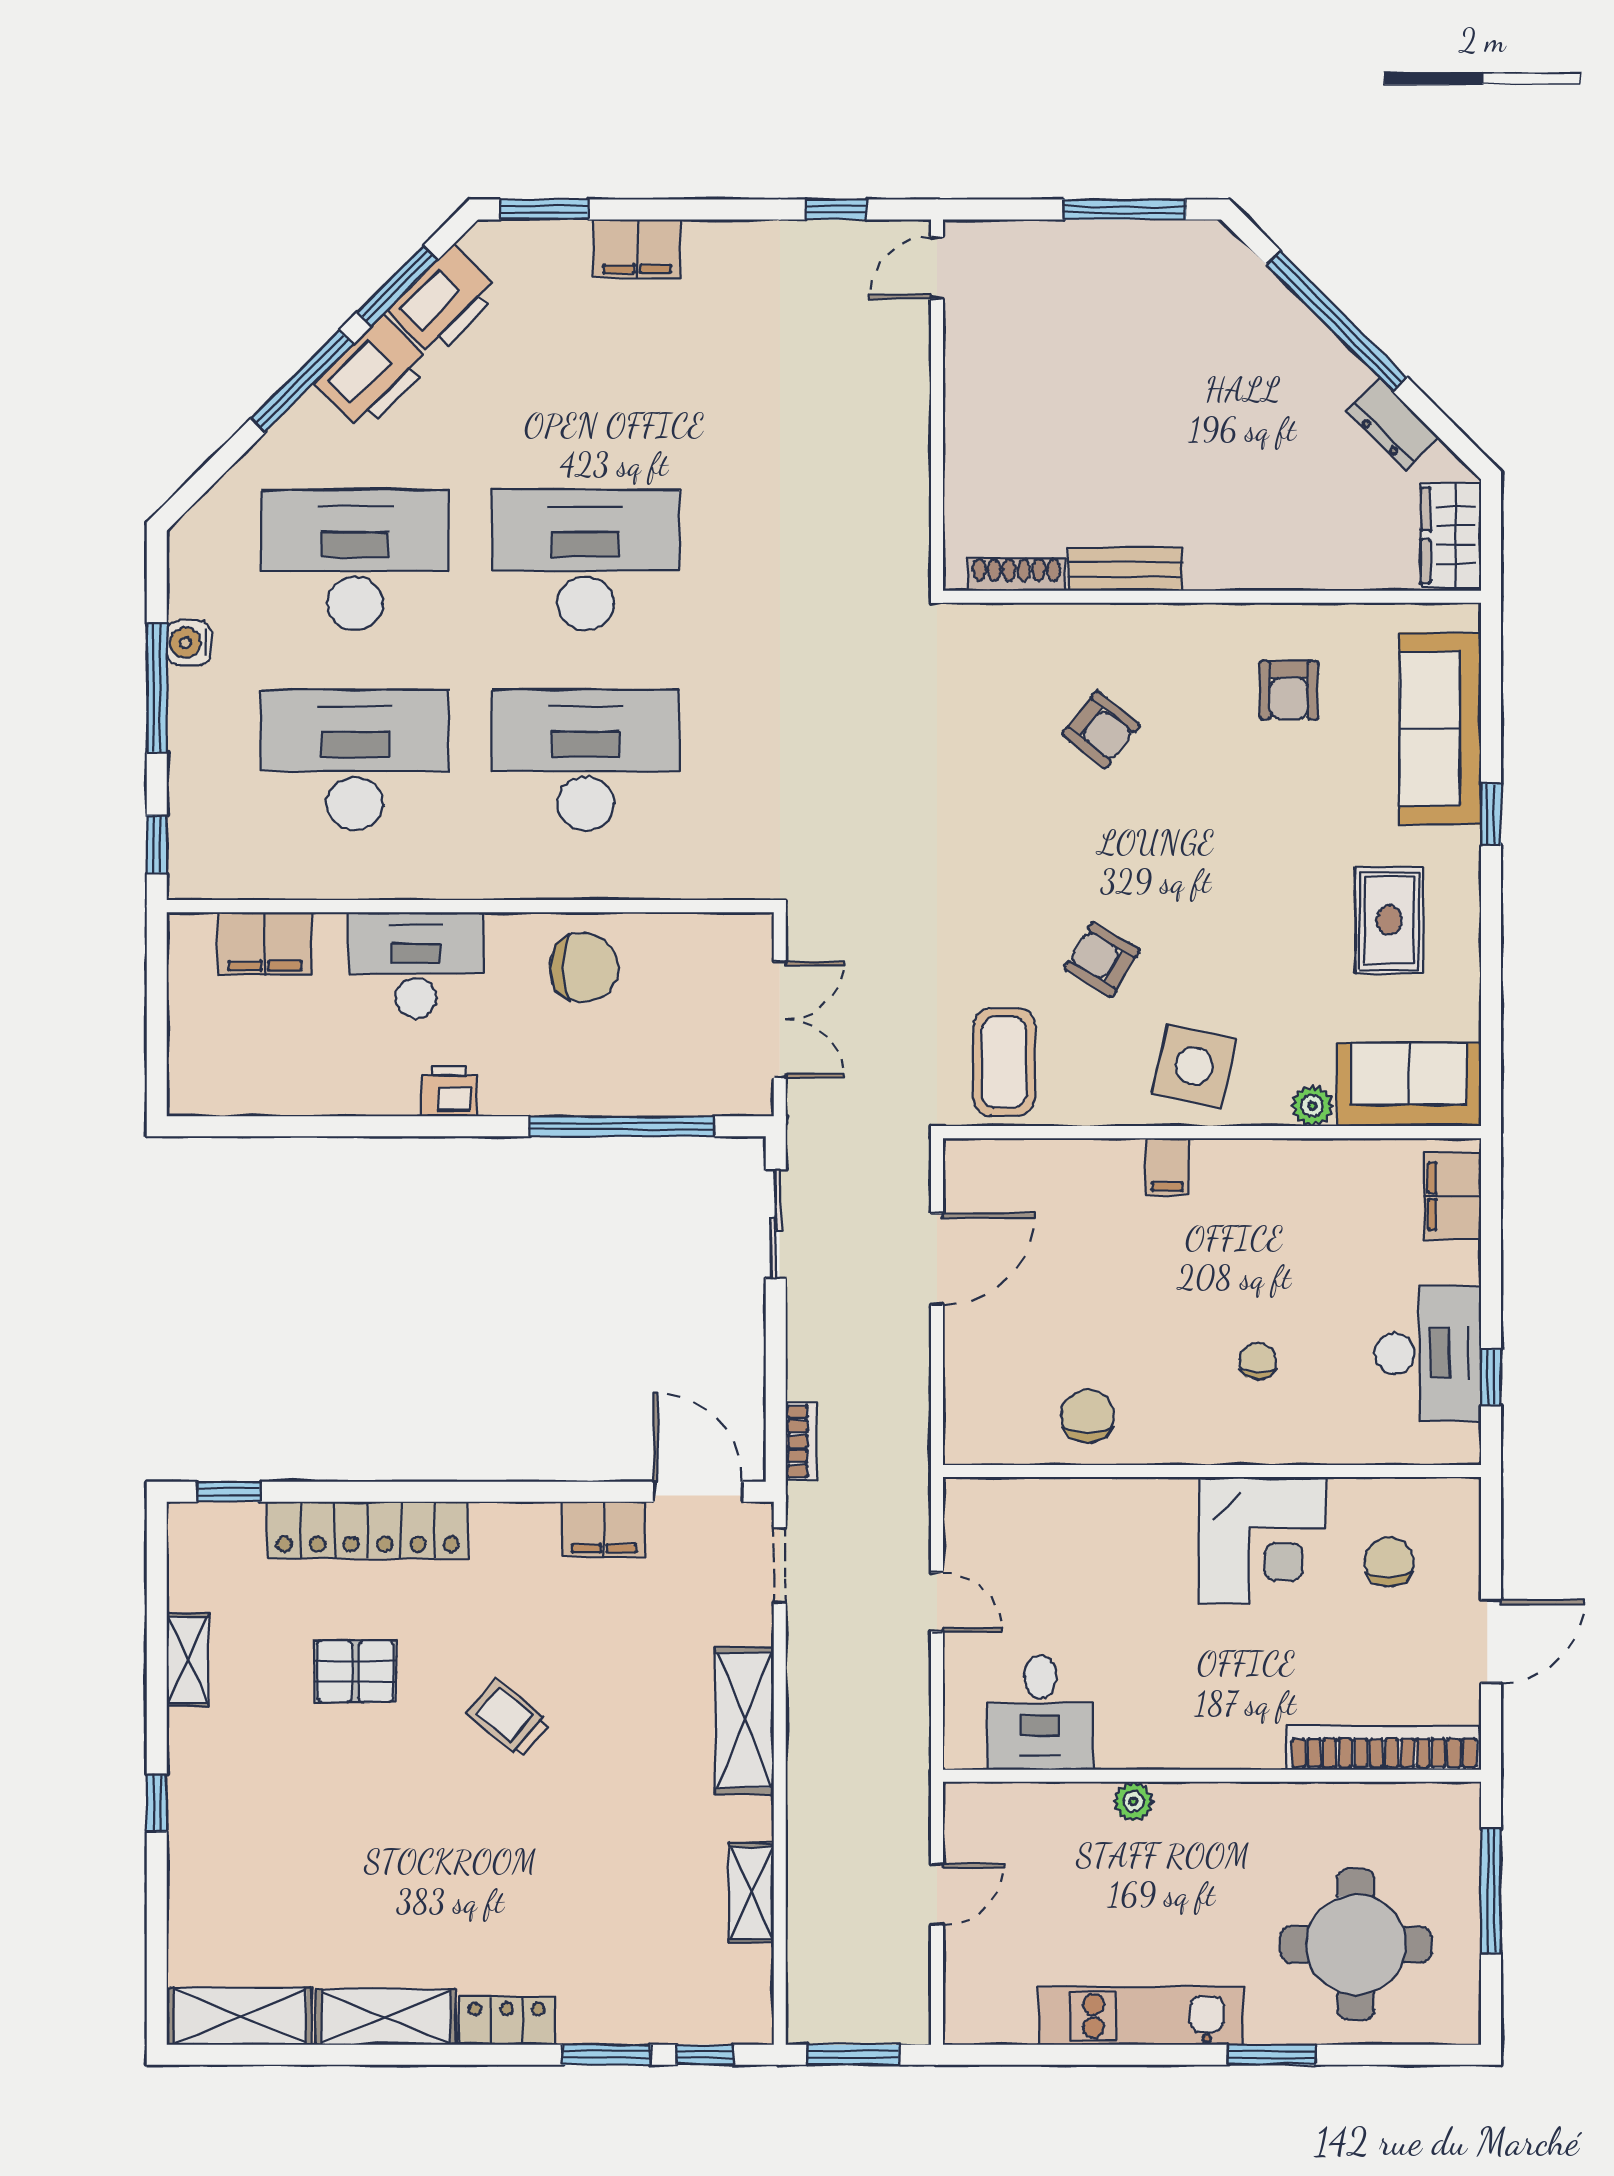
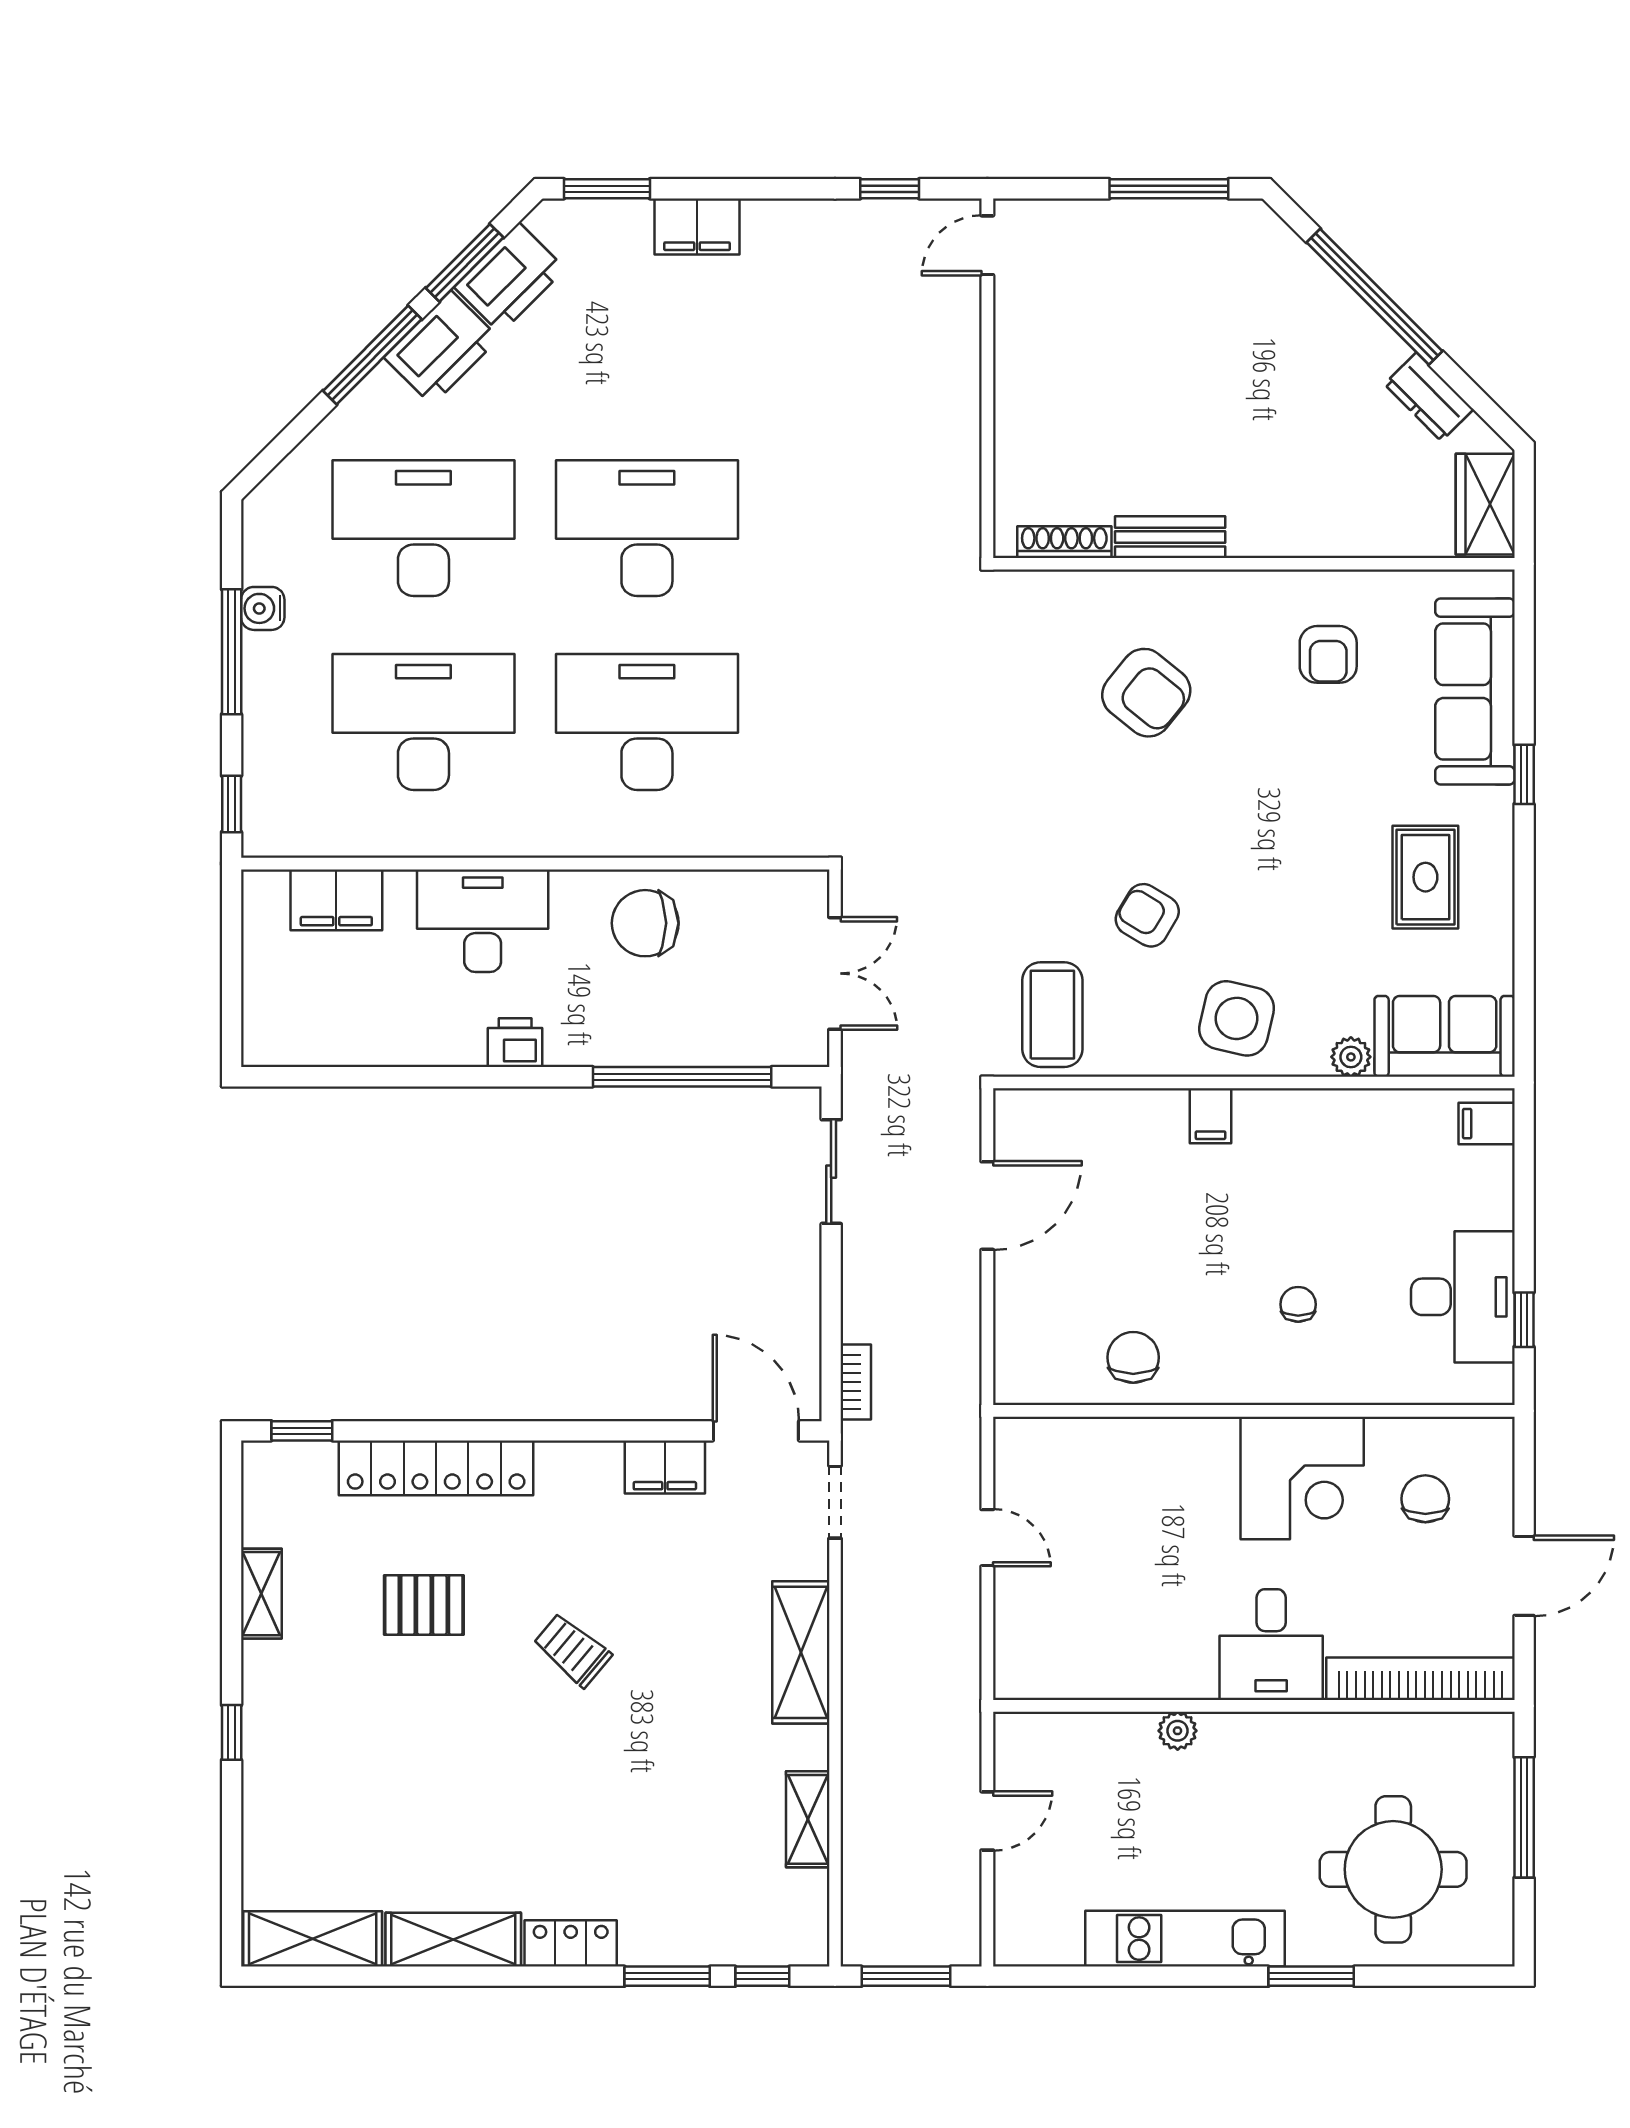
armchair: (1101, 730) -> (1146, 693), width x1.38, depth x1.38
chair: (584, 968) -> (645, 923), turned 180
filing cabinet: (1452, 1196) -> (1487, 1124), width x0.50
desk: (1040, 1712) -> (1271, 1645), moved

